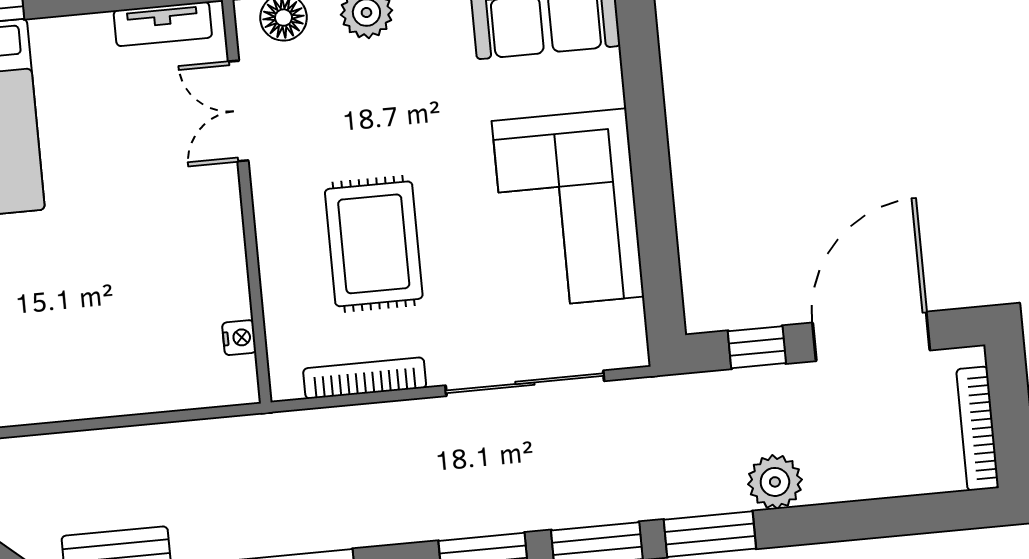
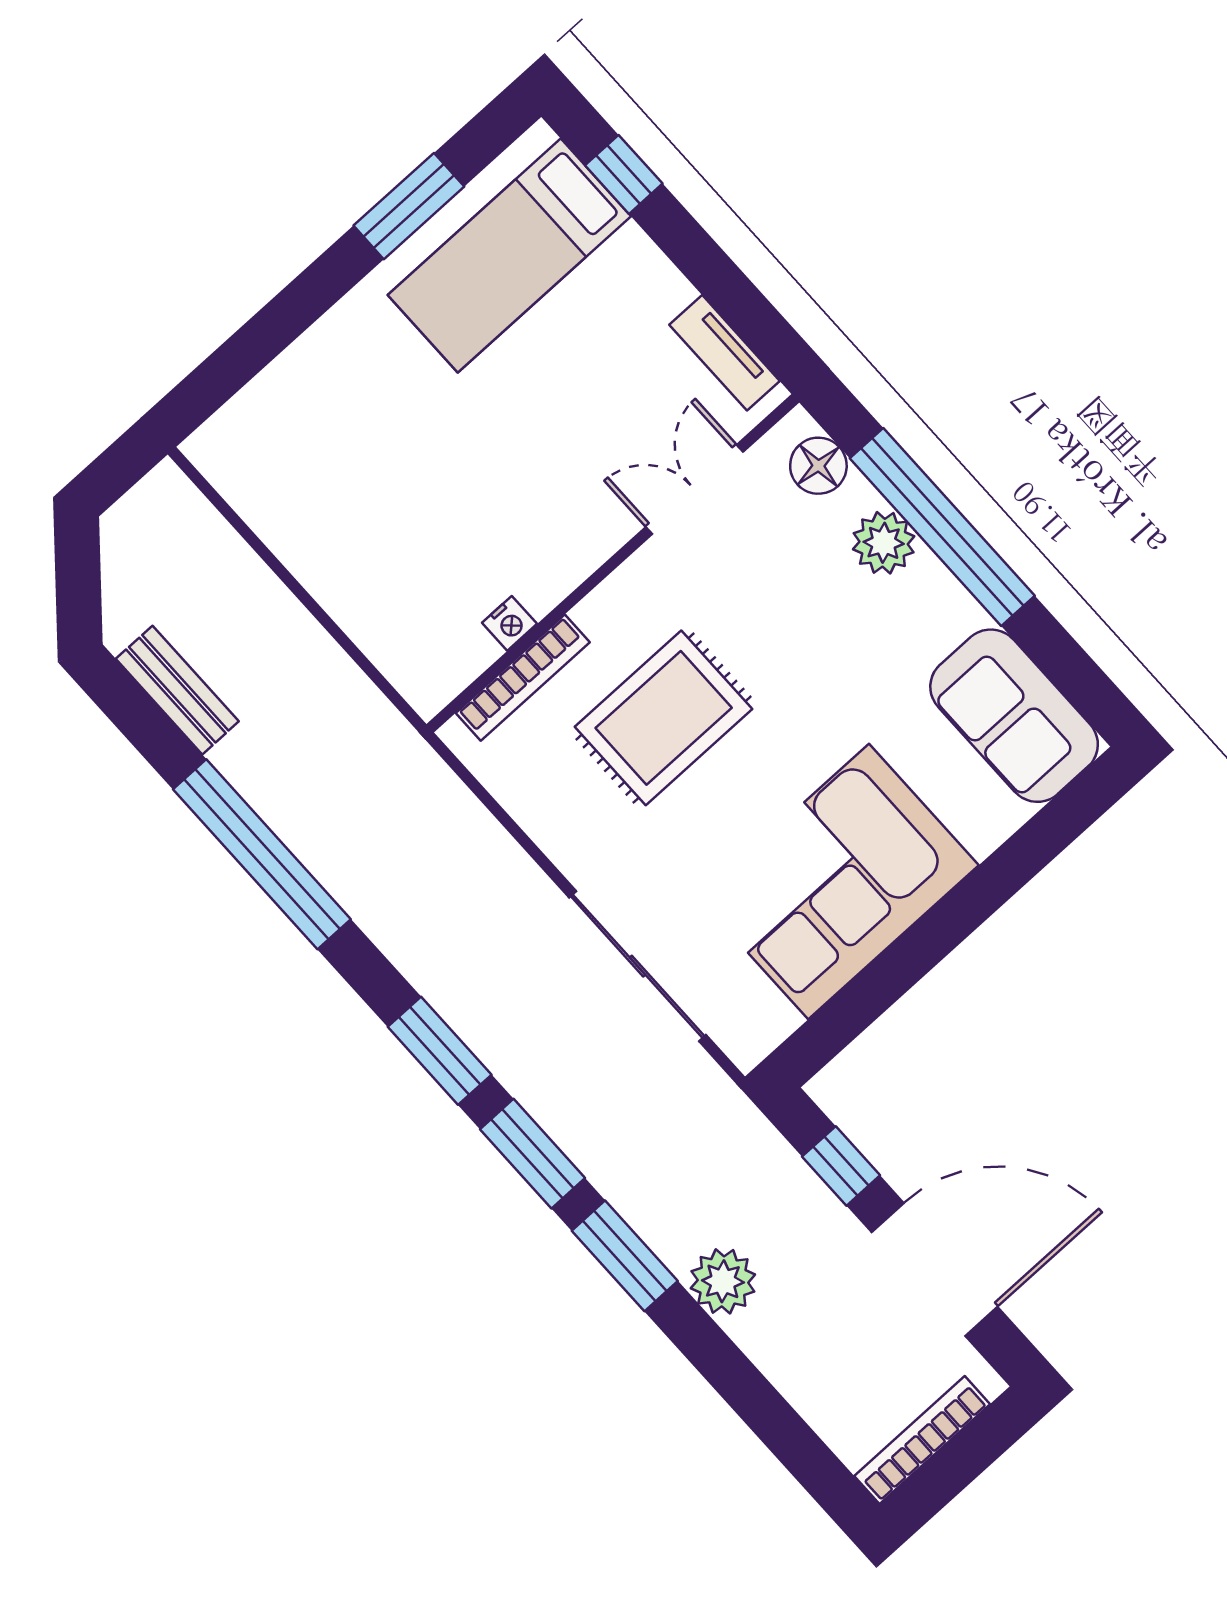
nightstand: (239, 338) -> (509, 623), moved
bookcase: (365, 378) -> (523, 678), moved, turned 90

